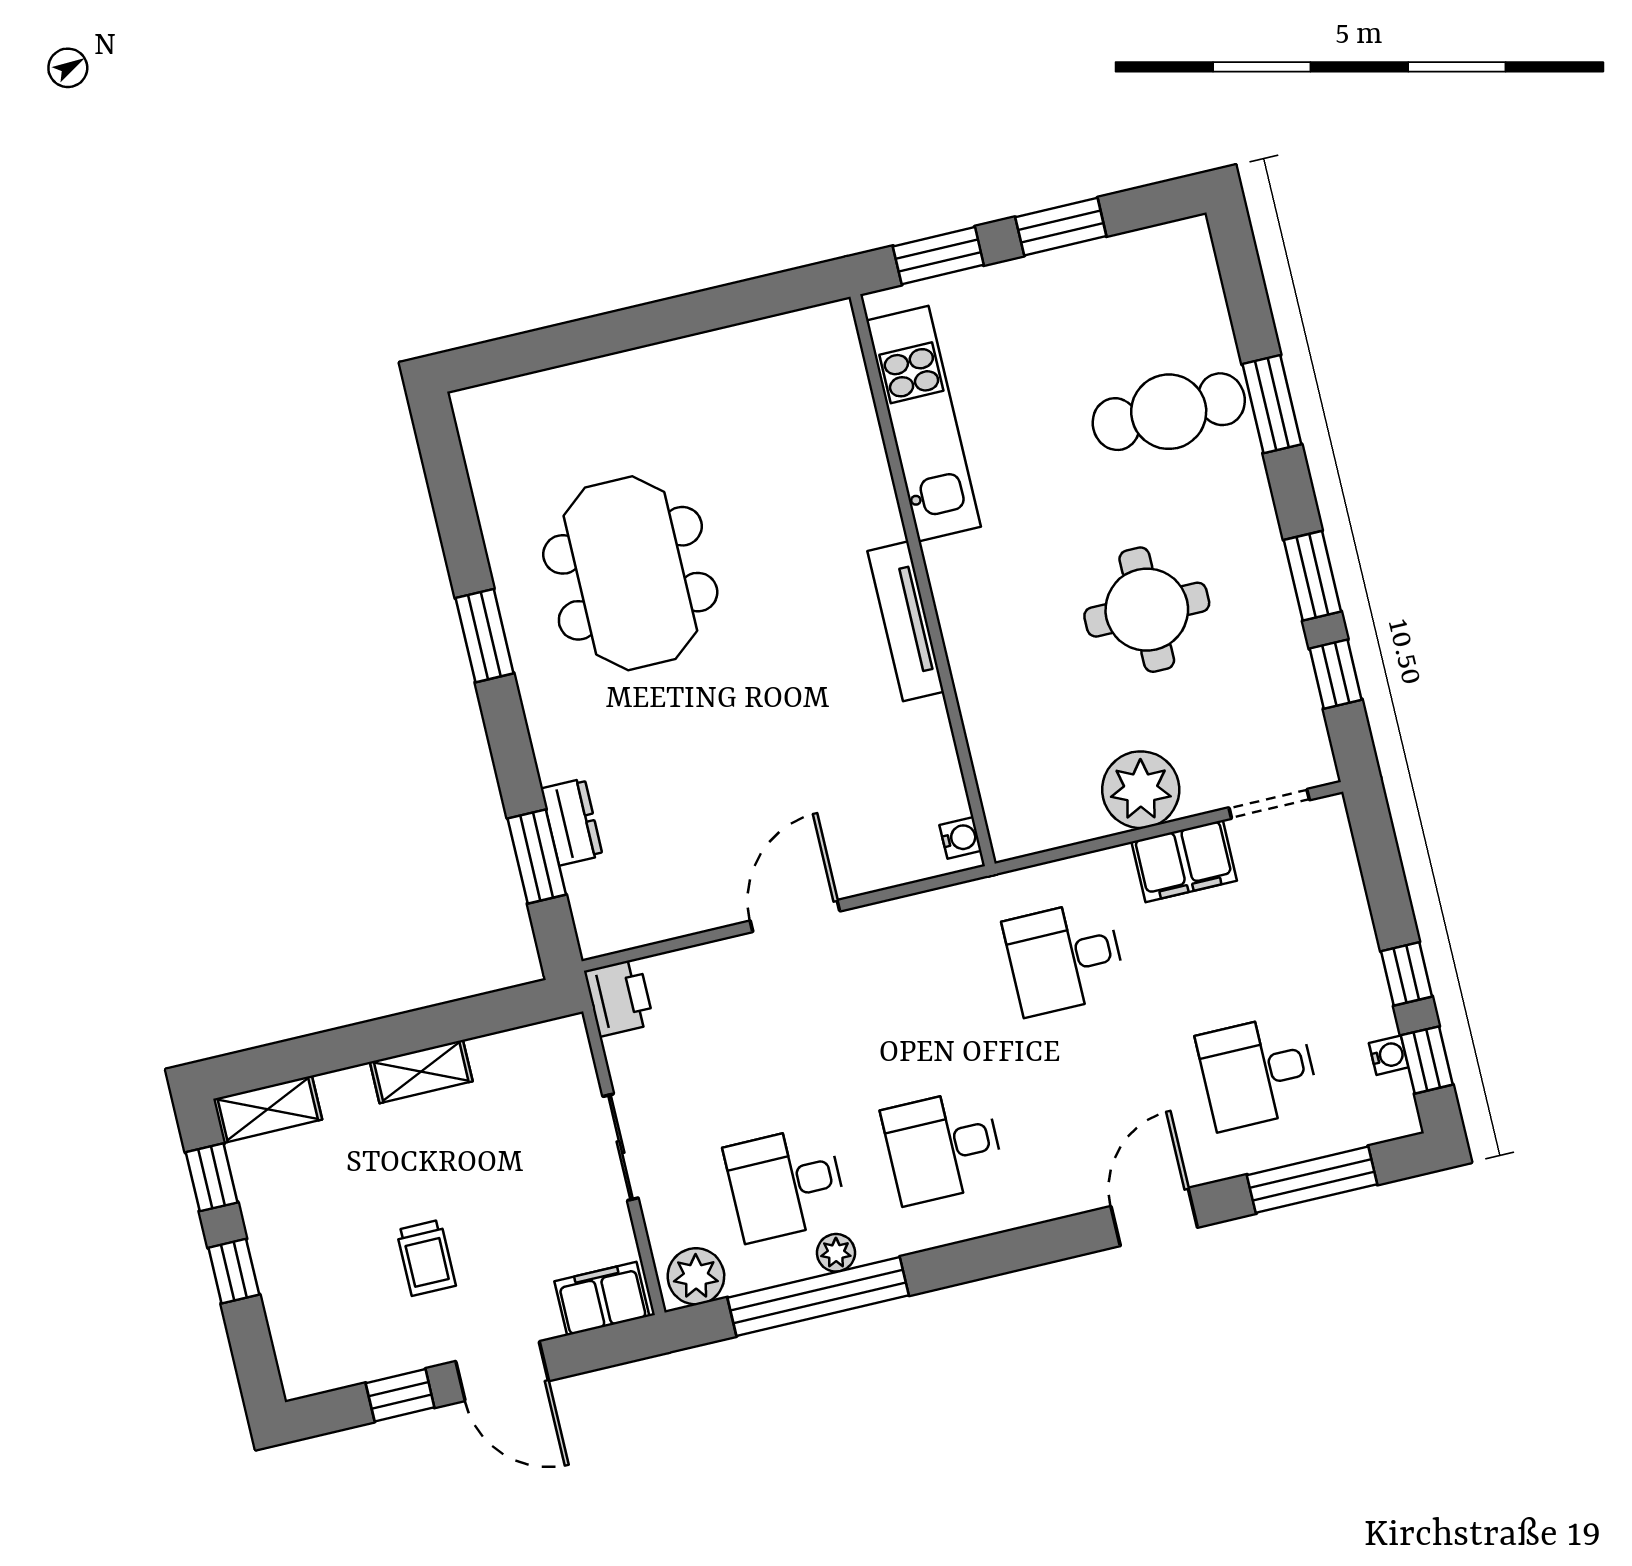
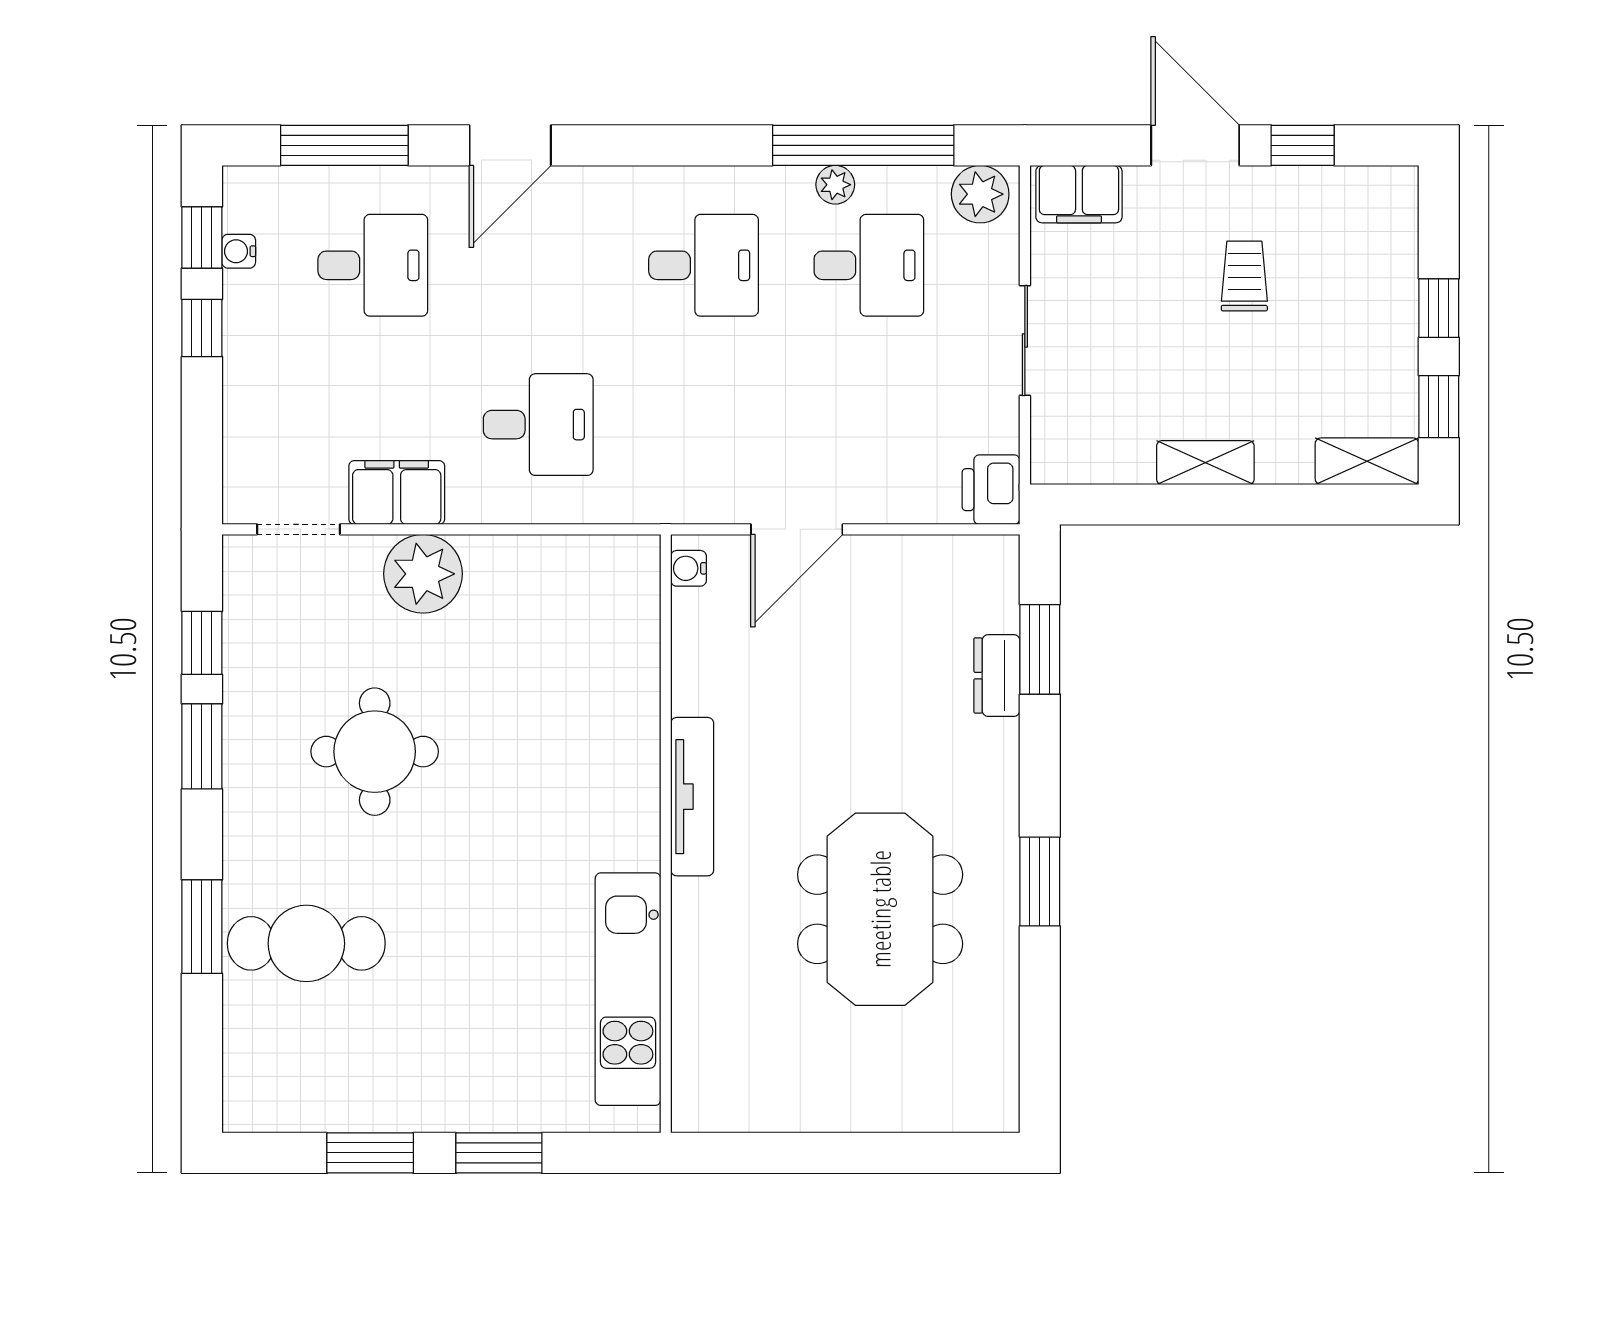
kitchen unit: (923, 424) -> (628, 989), moved
wall: (922, 580) -> (666, 834), moved
tv unit: (906, 621) -> (692, 797), moved
water cooler: (960, 838) -> (689, 568), moved

